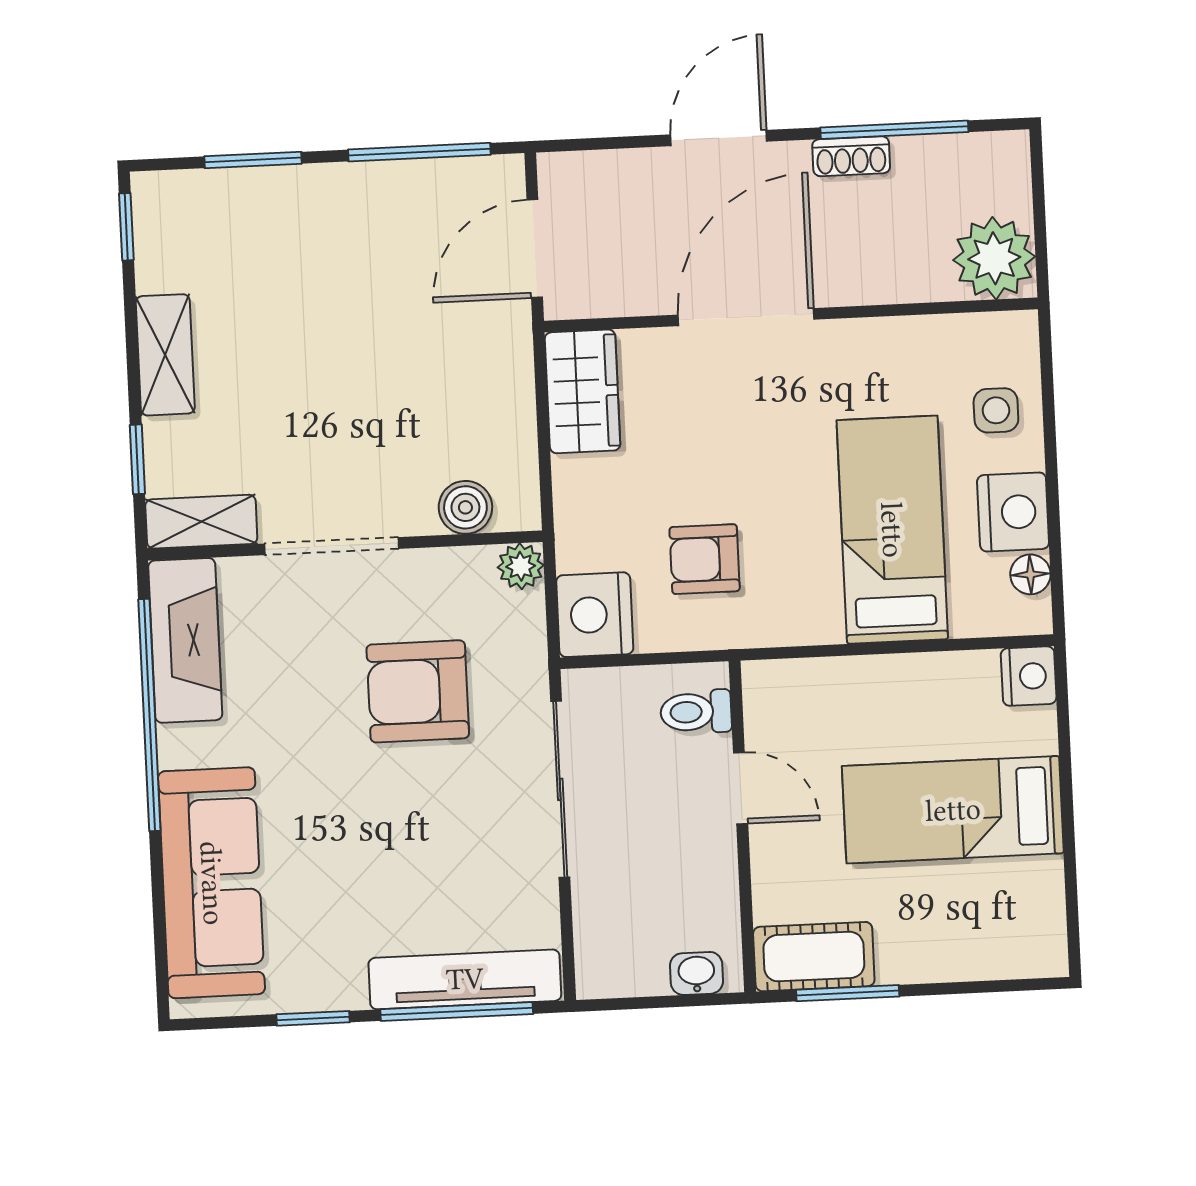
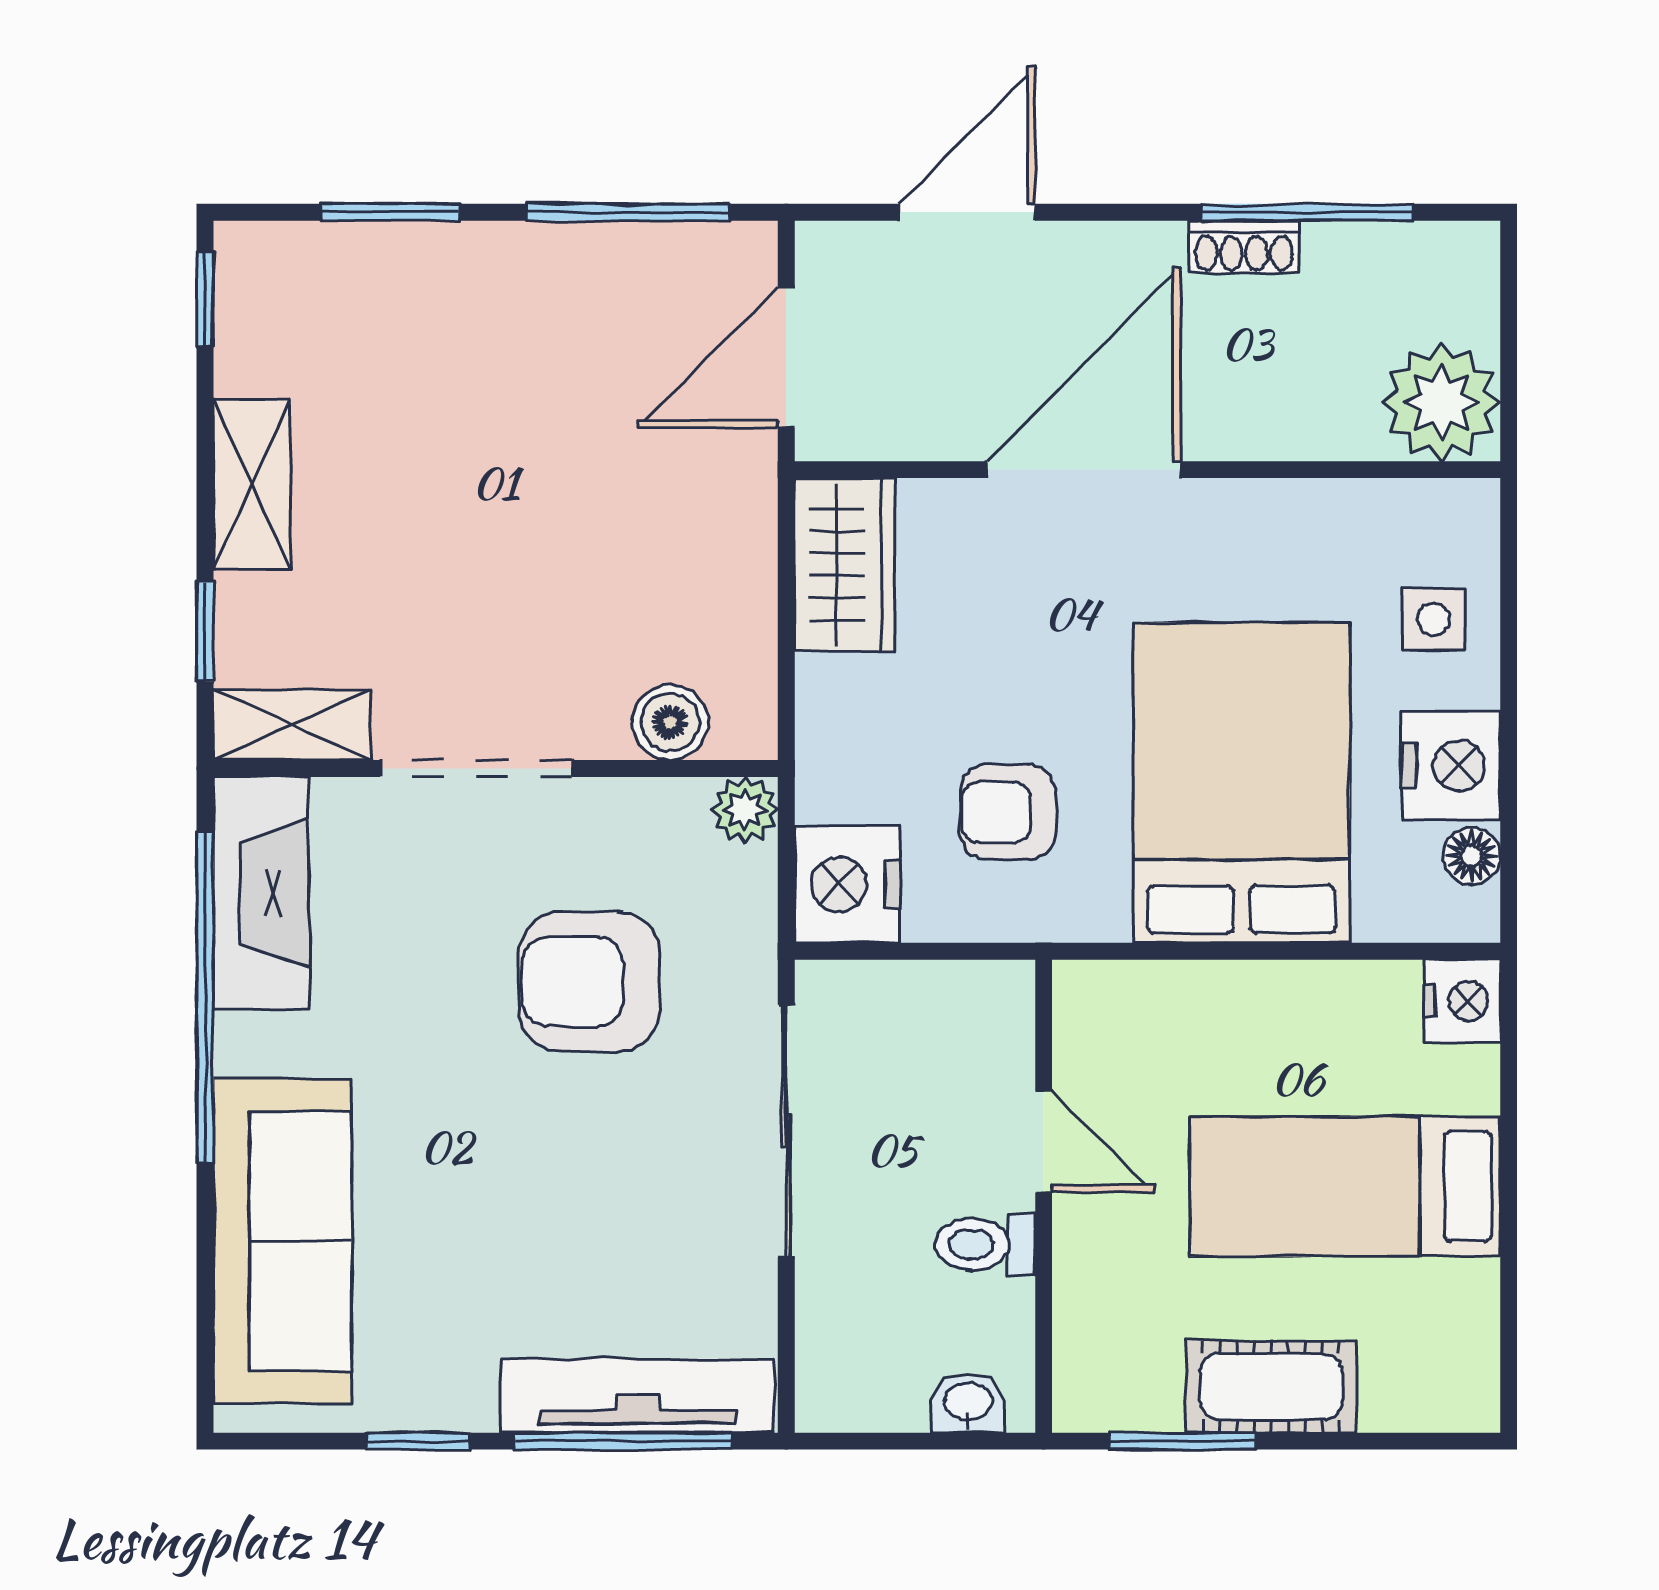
door: (719, 138) -> (966, 212), moved
bed: (892, 530) -> (1242, 783), width x1.50
toilet: (696, 712) -> (985, 1244), moved
cot: (814, 957) -> (1271, 1387), moved

